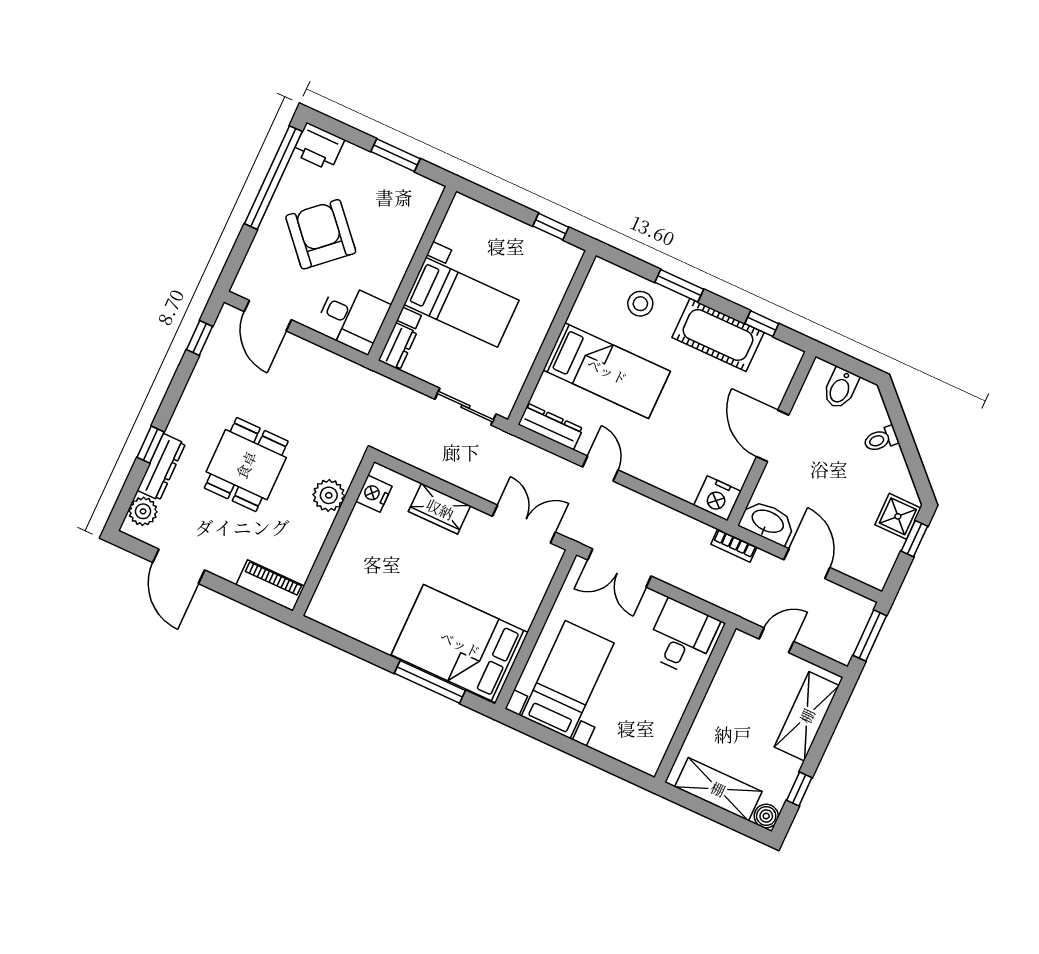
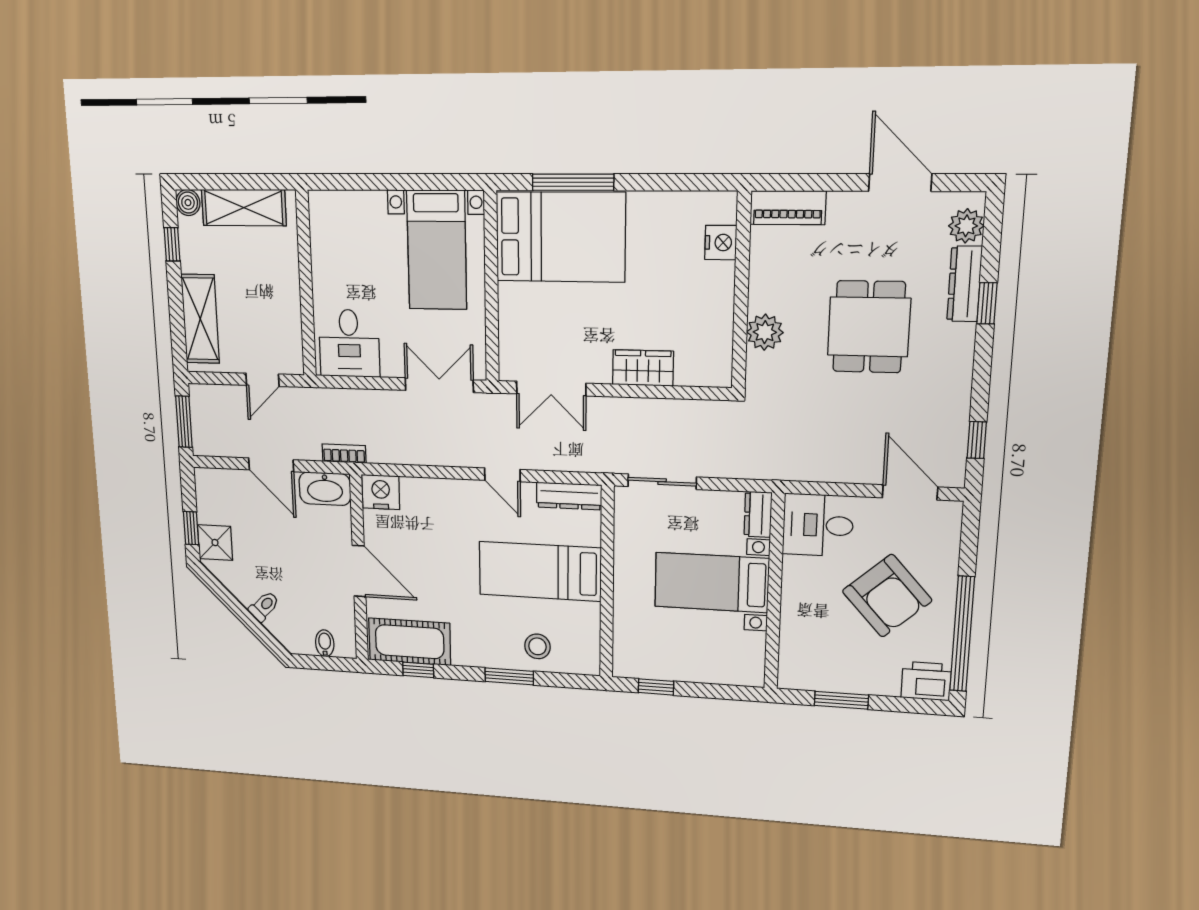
cot: (718, 335) -> (410, 642), moved
bidet: (841, 388) -> (325, 643), width x0.72, depth x0.74
nightstand: (374, 494) -> (721, 243), moved

